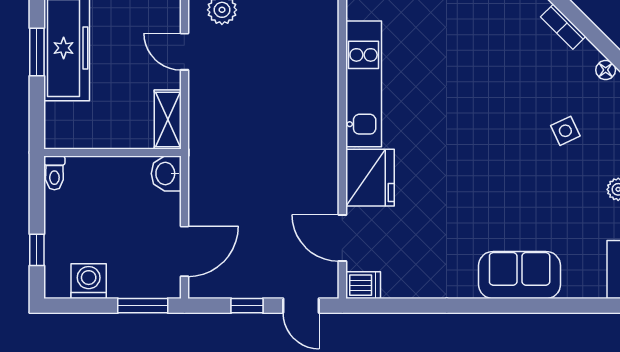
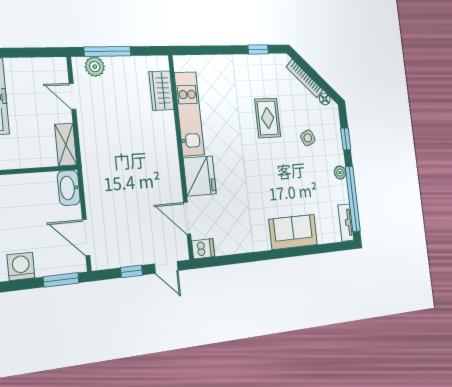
bookcase: (563, 27) -> (305, 78), width x1.56
wardrobe: (322, 48) -> (161, 91), added
rug: (497, 96) -> (268, 118), added
washbasin: (166, 174) -> (69, 188), width x1.38
door: (184, 251) -> (86, 238), swing flipped

